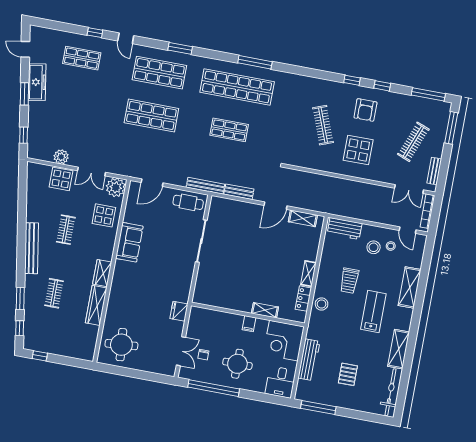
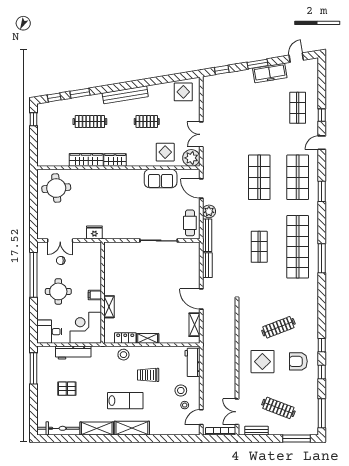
plant: (61, 157) -> (209, 211), moved
display table: (61, 179) -> (183, 92), moved
sofa: (129, 242) -> (161, 179), moved
shelving: (410, 287) -> (132, 428), moved
clothes rail: (54, 293) -> (90, 122), width x1.36

